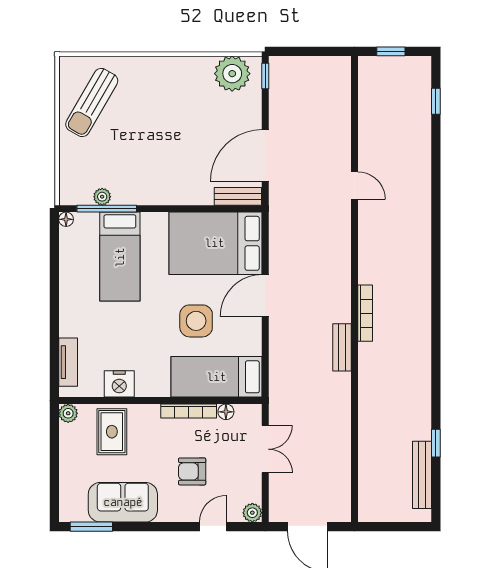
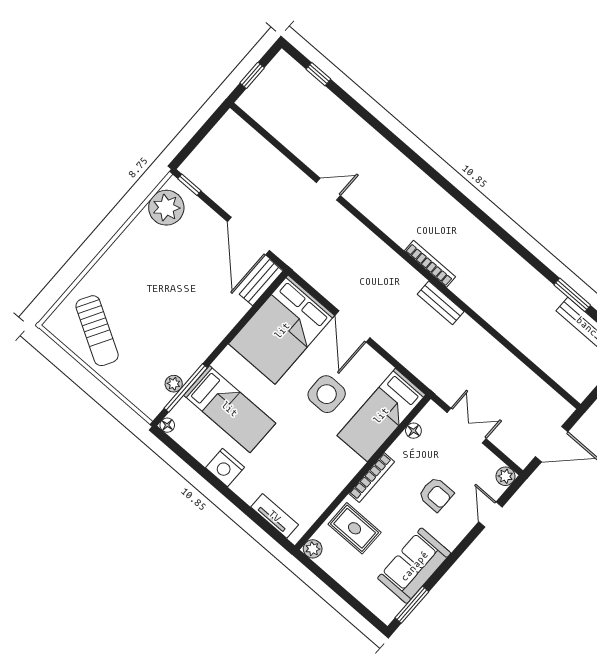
nightstand: (119, 384) -> (225, 467), moved, turned 90
bookcase: (189, 411) -> (372, 478), moved
window: (436, 443) -> (572, 295), width x1.50
armchair: (192, 471) -> (436, 494), turned -90

